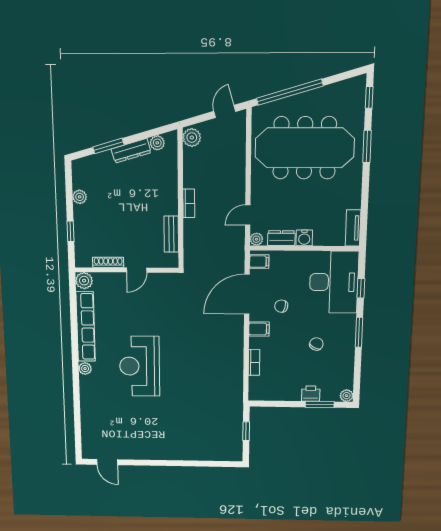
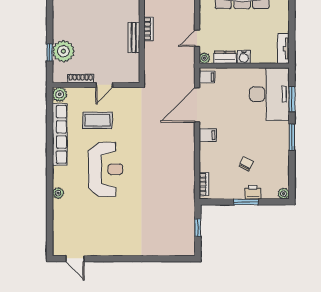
plant: (80, 197) -> (63, 51), moved, width x1.87, depth x1.87
bench: (171, 234) -> (134, 38), moved
window: (361, 288) -> (292, 99), width x1.50
chair: (281, 306) -> (226, 115), removed
coffee table: (129, 311) -> (97, 120), added
chair: (316, 344) -> (246, 164), moved
bookcase: (254, 362) -> (204, 184), moved
reception desk: (140, 366) -> (105, 169), turned 180
plant: (85, 369) -> (58, 193), moved
window: (320, 404) -> (246, 202), moved

